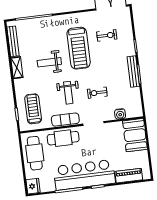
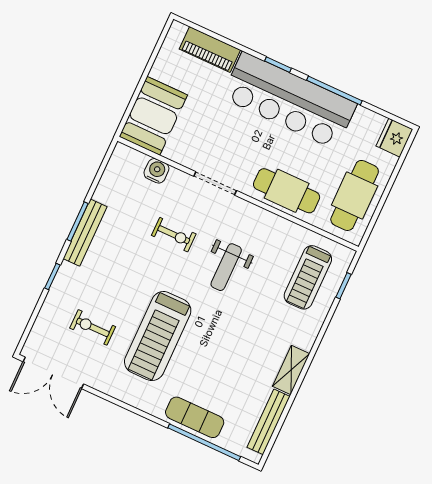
treadmill: (79, 48) -> (158, 336), turned 180
weight bench: (49, 62) -> (227, 343), removed
weight bench: (68, 93) -> (226, 267), turned 180
exercise mat: (65, 120) -> (195, 417), moved

